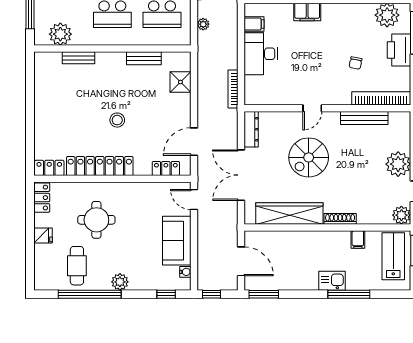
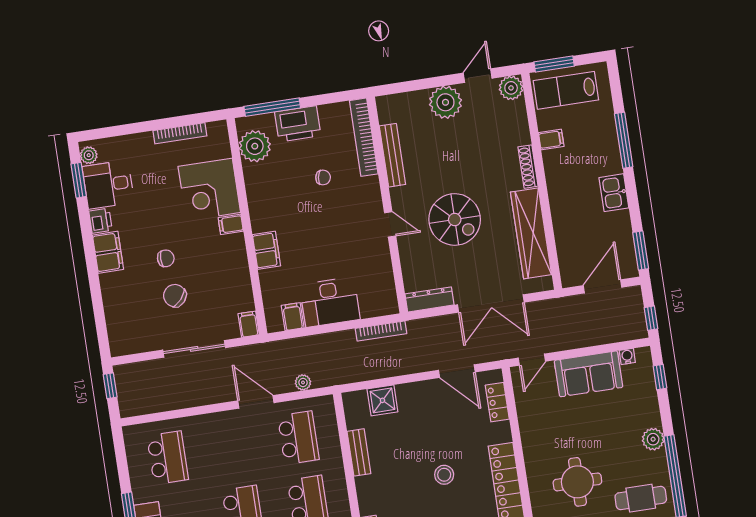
kitchen sink: (332, 281) -> (614, 193), moved

